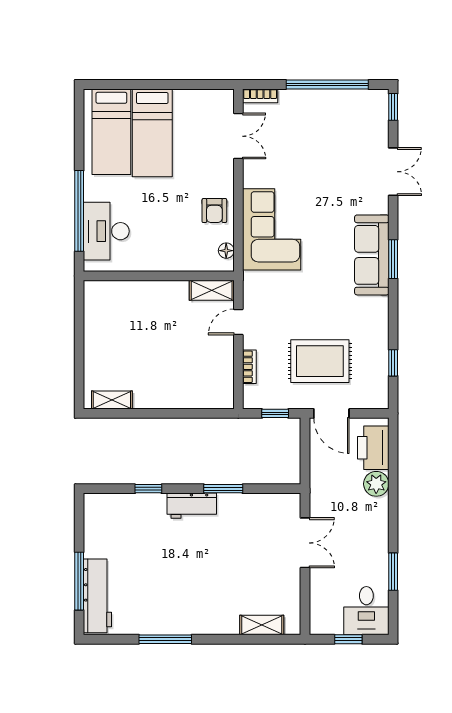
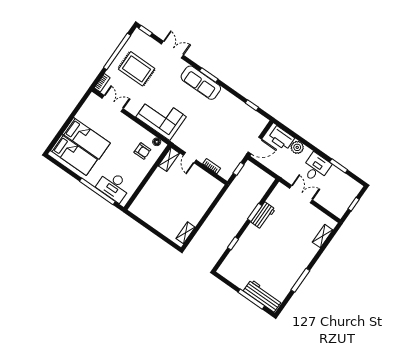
armchair: (214, 211) -> (142, 151), moved
rug: (320, 361) -> (137, 69), moved, turned 90
workbench: (192, 506) -> (263, 216), moved
desk: (366, 611) -> (316, 168), moved, turned -90

